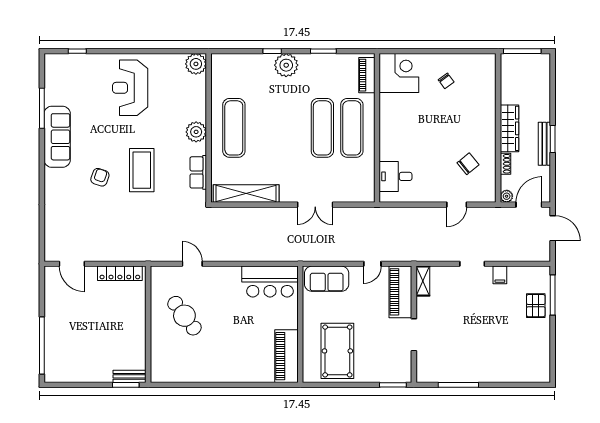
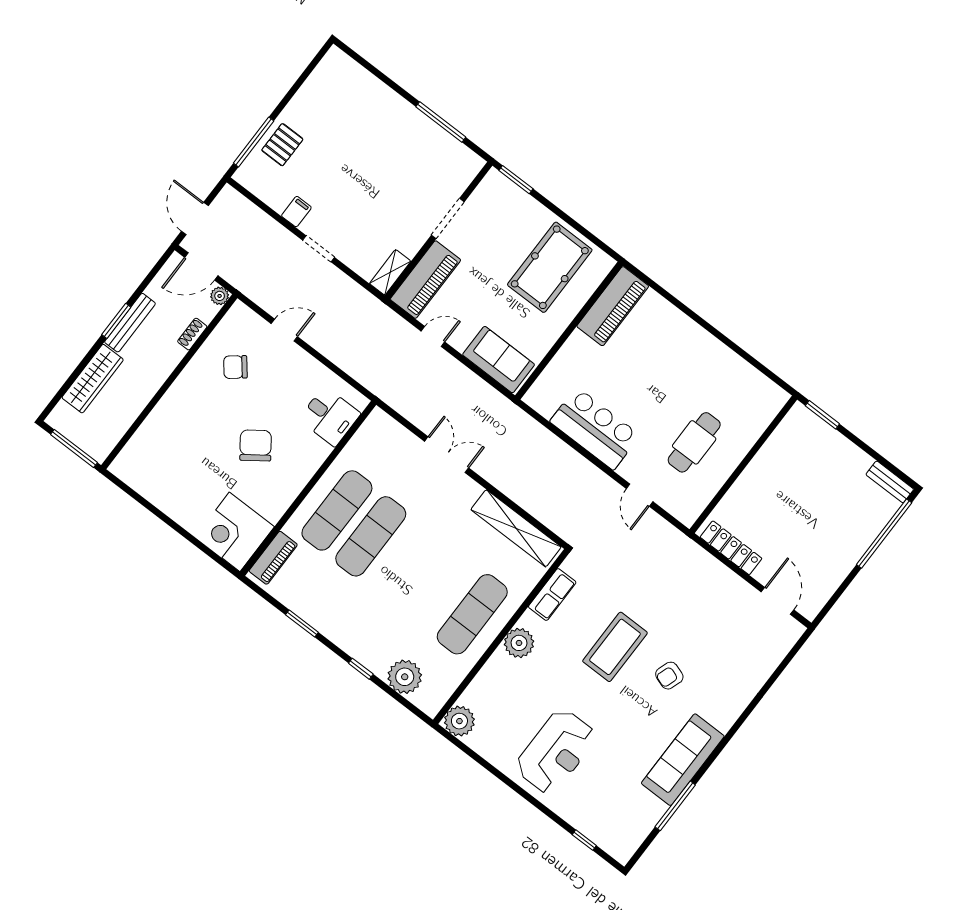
plant: (286, 65) -> (405, 677), moved
chair: (446, 81) -> (256, 445), moved, width x1.87, depth x1.87
wardrobe: (509, 128) -> (93, 379), moved, turned 180
bar counter: (270, 282) -> (595, 428), moved
cafe table: (184, 316) -> (694, 442), turned 37
bench: (130, 376) -> (890, 482), moved

